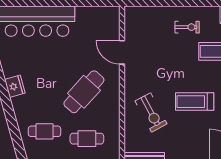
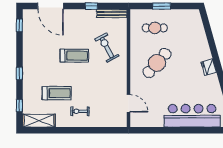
door: (122, 52) -> (128, 103), moved
cafe table: (45, 131) -> (186, 33), removed

